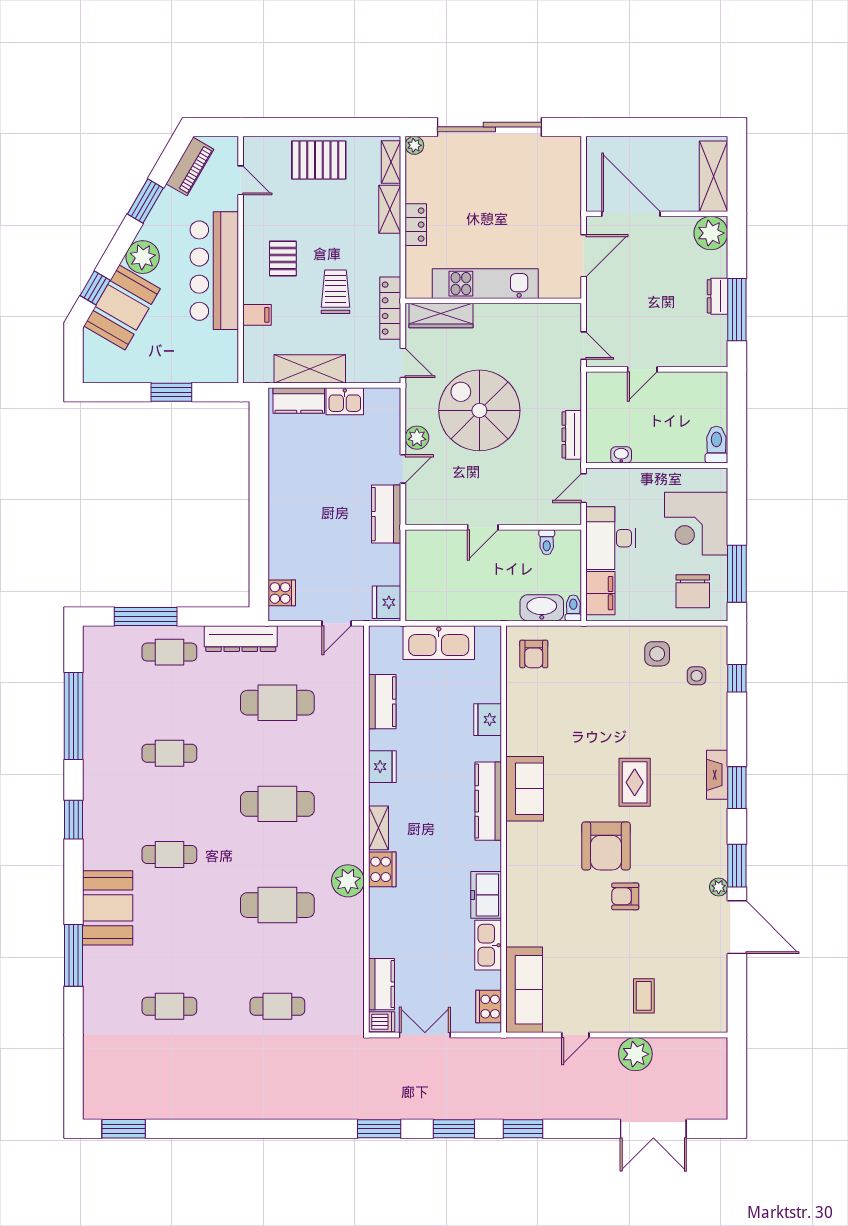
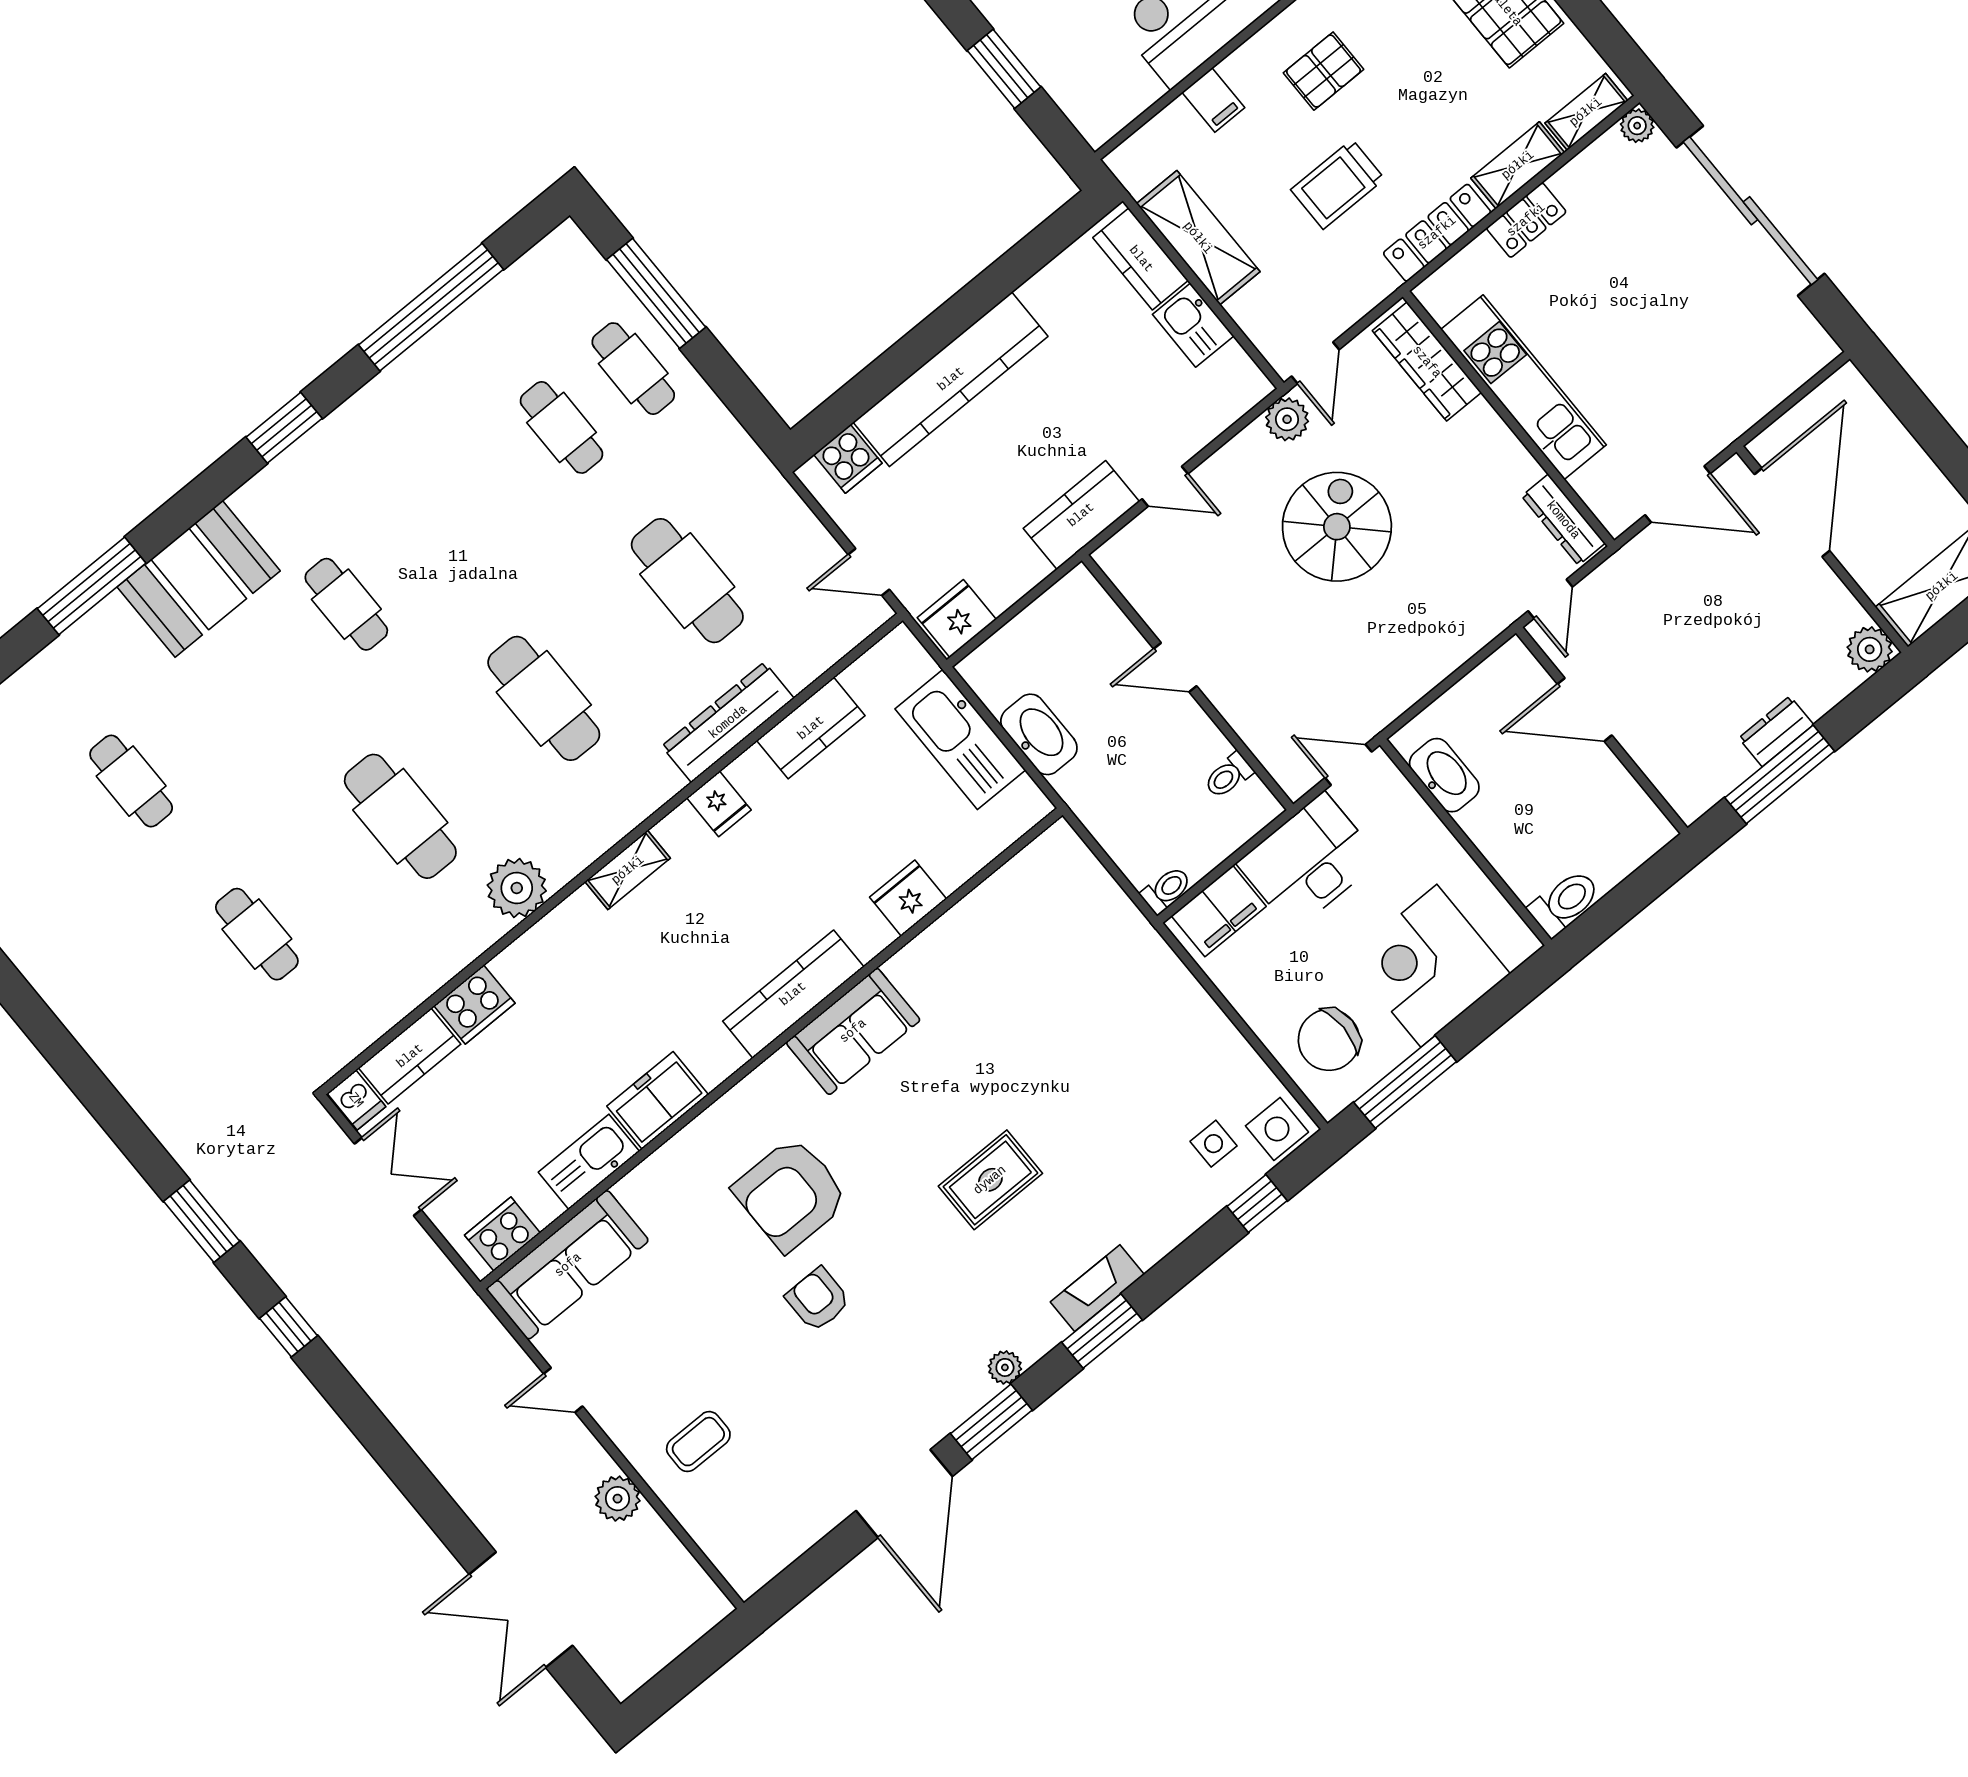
plant: (711, 233) -> (1870, 649), width x0.73, depth x0.73
trolley: (335, 292) -> (1338, 184), turned 180
locker: (390, 308) -> (1437, 233), moved
door: (642, 369) -> (1585, 710), width x1.38
spiral stairs: (479, 410) -> (1337, 527), width x0.73, depth x0.73
dresser: (572, 435) -> (1563, 520), moved, turned -90
plant: (417, 438) -> (1287, 419), moved
washbasin: (621, 455) -> (1444, 775), width x1.91, depth x1.45
kitchen counter: (284, 522) -> (951, 379), added
washbasin: (542, 608) -> (1039, 734), moved
dresser: (241, 639) -> (728, 722), moved, turned 90
armchair: (534, 654) -> (1055, 887), removed
side table: (657, 654) -> (1277, 1129), moved
cafe table: (169, 753) -> (562, 427), moved
fridge: (382, 767) -> (719, 804), width x0.72
armchair: (606, 846) -> (791, 1194), moved
cooker: (382, 869) -> (474, 1004), moved
plant: (719, 887) -> (1005, 1367), moved
plant: (635, 1054) -> (618, 1499), width x0.73, depth x0.73
window: (454, 1129) -> (289, 1327), width x0.67
window: (523, 1129) -> (369, 1425), removed

